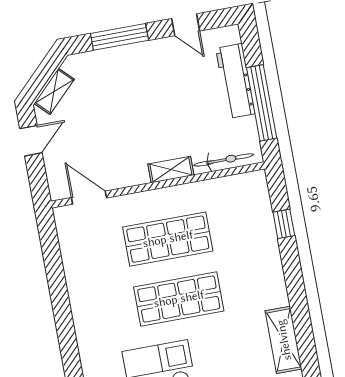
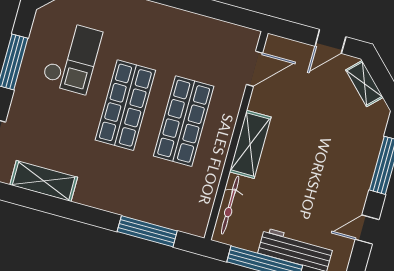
door: (31, 141) -> (330, 41), hinge flipped
shelving: (171, 170) -> (250, 144), width x1.50, depth x1.33
window: (284, 224) -> (147, 231), width x2.17

